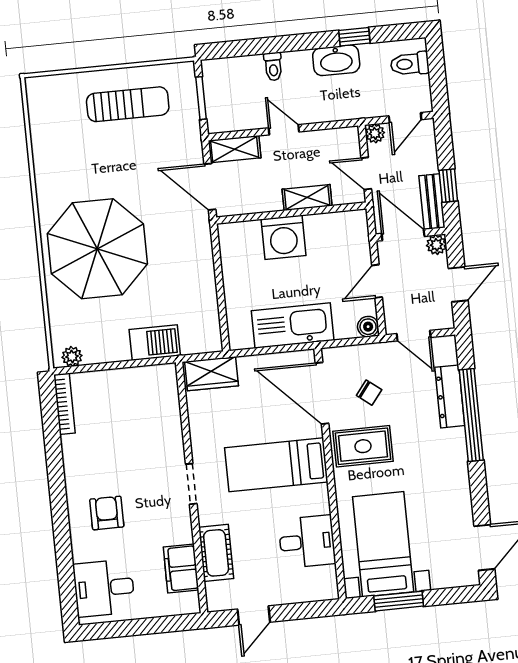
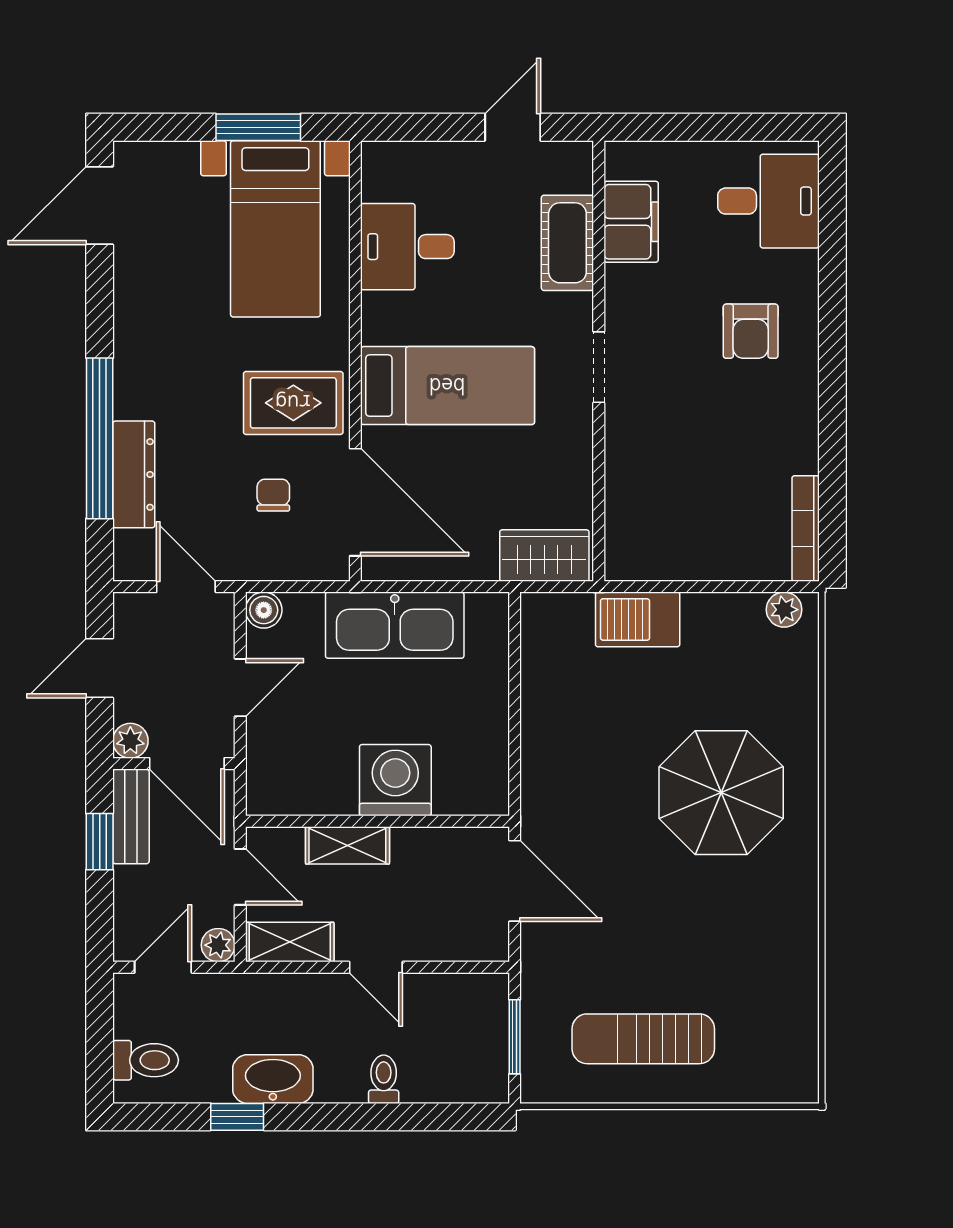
shelving: (235, 149) -> (290, 942), moved
parasol: (97, 249) -> (721, 793), width x0.73, depth x0.73
chair: (369, 393) -> (273, 495), turned 52

